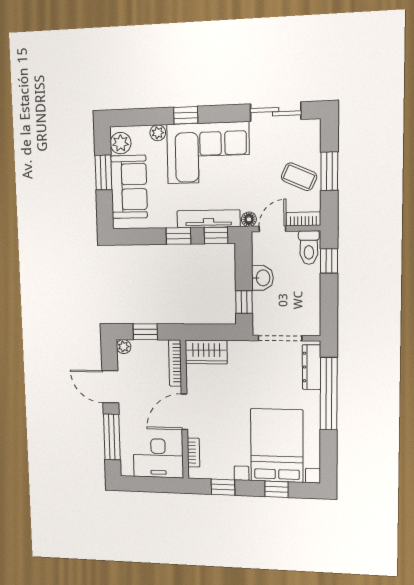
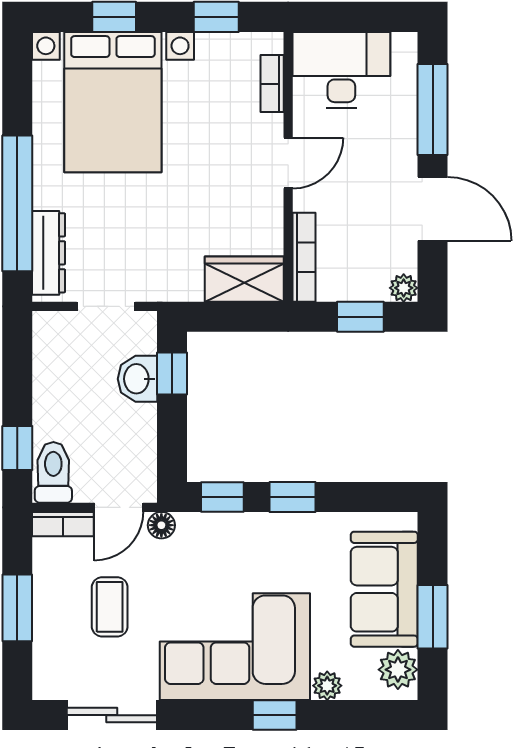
coffee table: (299, 177) -> (110, 607), moved, turned 66
tv unit: (208, 219) -> (236, 528), removed
washbasin: (262, 278) -> (138, 379), moved
doorway: (280, 338) -> (106, 306), width x0.73
door: (184, 412) -> (288, 163), width x0.73

